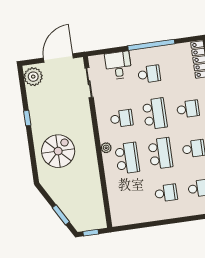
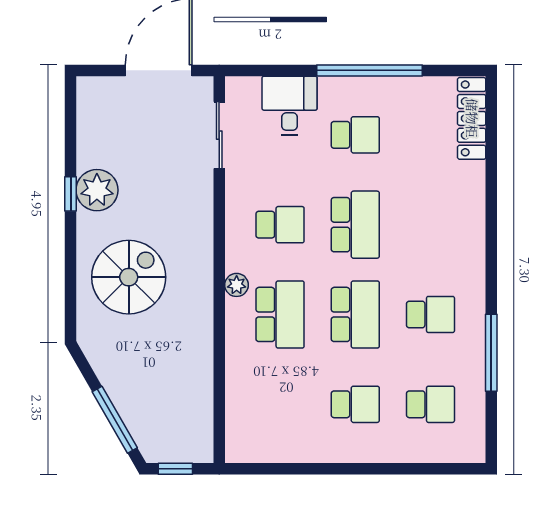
plant: (33, 77) -> (97, 190), moved
school desk: (188, 109) -> (430, 225), removed
window: (61, 215) -> (115, 420), width x1.44

